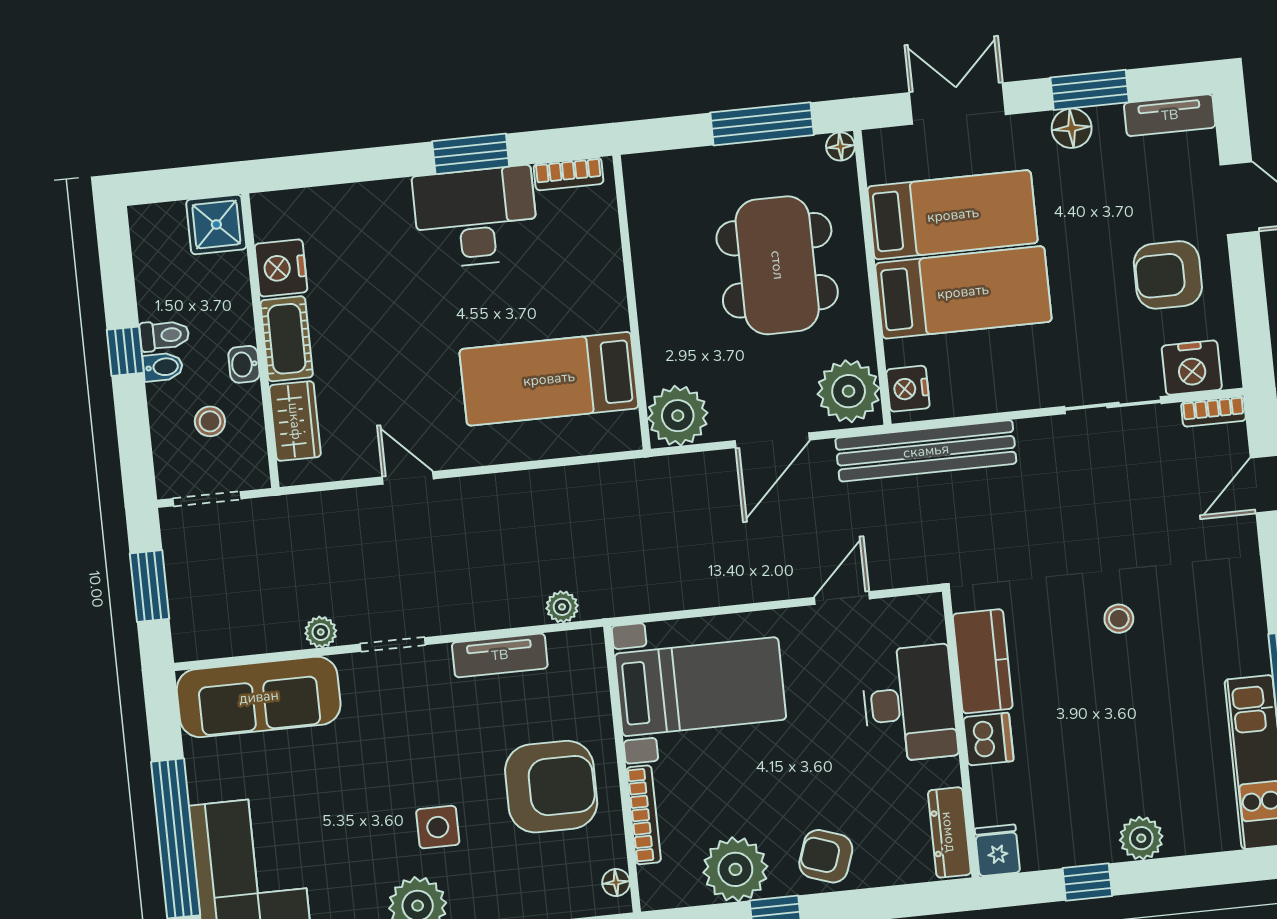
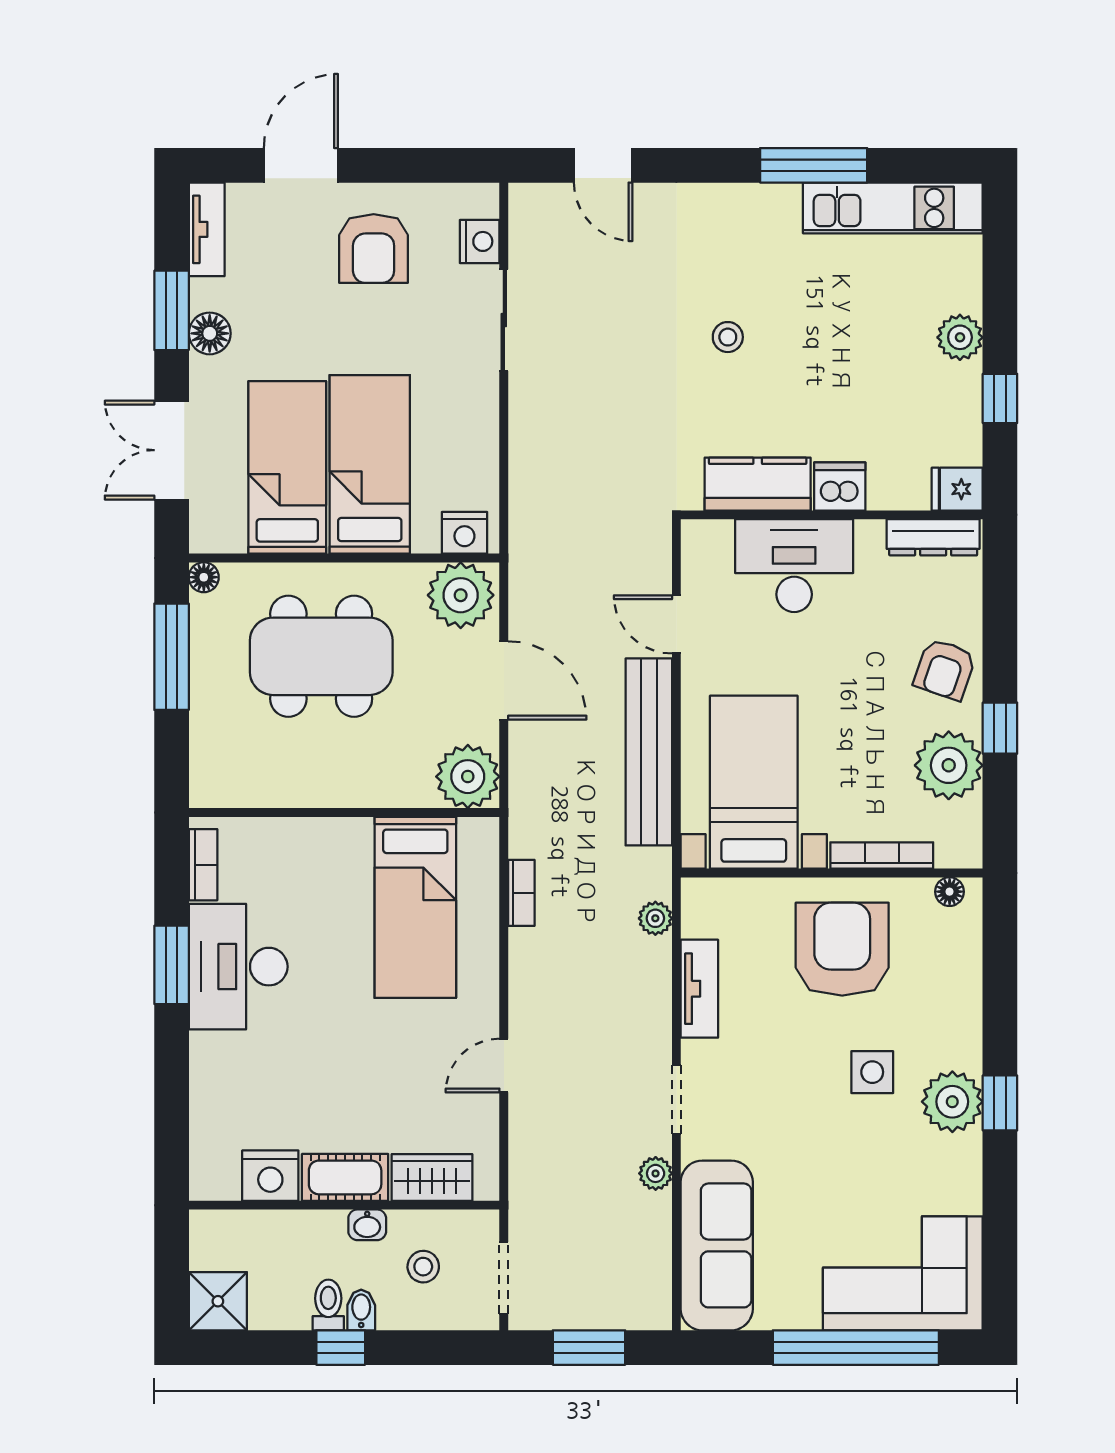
shower: (216, 224) -> (218, 1301), moved
nightstand: (1192, 368) -> (480, 241), width x0.74, depth x0.75
bookcase: (1213, 411) -> (521, 893), moved
bench: (926, 451) -> (649, 752), moved

